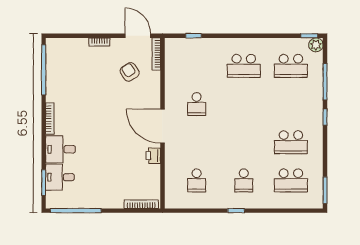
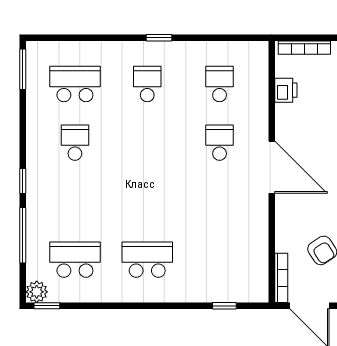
school desk: (197, 104) -> (220, 143), moved
school desk: (291, 142) -> (75, 143), width x0.54
printer: (153, 156) -> (286, 90), moved

